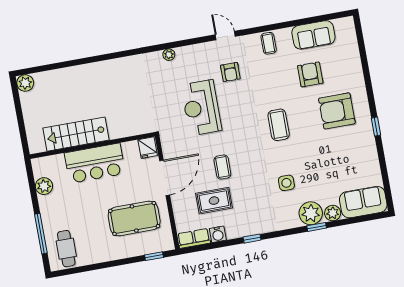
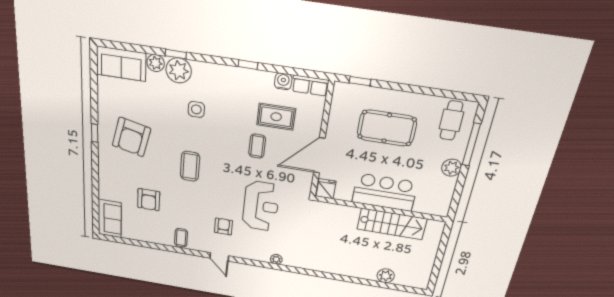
sofa: (313, 35) -> (110, 219), moved, turned 90
plant: (25, 83) -> (386, 276), moved
armchair: (337, 111) -> (131, 137), moved, turned 103
plant: (44, 186) -> (451, 168), moved
pool table: (134, 218) -> (387, 128), moved

